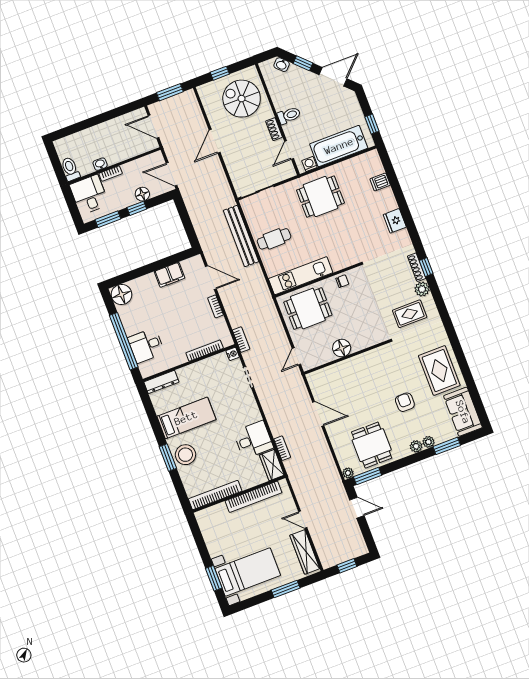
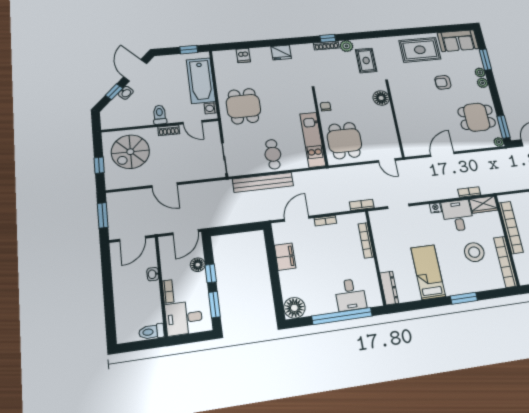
washbasin: (282, 65) -> (126, 93), moved
washbasin: (100, 164) -> (153, 274), moved
floor lamp: (342, 348) -> (381, 98), moved
nightstand: (233, 354) -> (435, 208), moved
stool: (185, 455) -> (474, 252), moved

